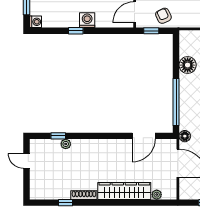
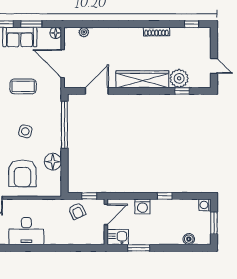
washing machine: (87, 20) -> (142, 206), moved
floor lamp: (185, 136) -> (56, 33), moved
plant: (66, 144) -> (179, 78), width x1.88, depth x1.88
wardrobe: (124, 191) -> (142, 79), moved, turned 180
window: (66, 203) -> (192, 24), moved

